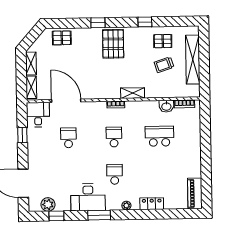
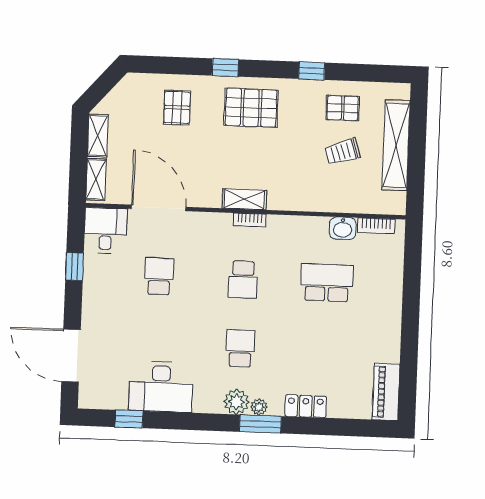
pallet: (62, 38) -> (177, 107), moved, turned 90
pallet: (113, 44) -> (251, 108), turned 90
shelving: (133, 93) -> (244, 199), moved
school desk: (114, 137) -> (243, 280), turned 180
desk: (88, 197) -> (161, 387), moved
plant: (48, 204) -> (236, 402), moved
window: (99, 215) -> (260, 424), moved

